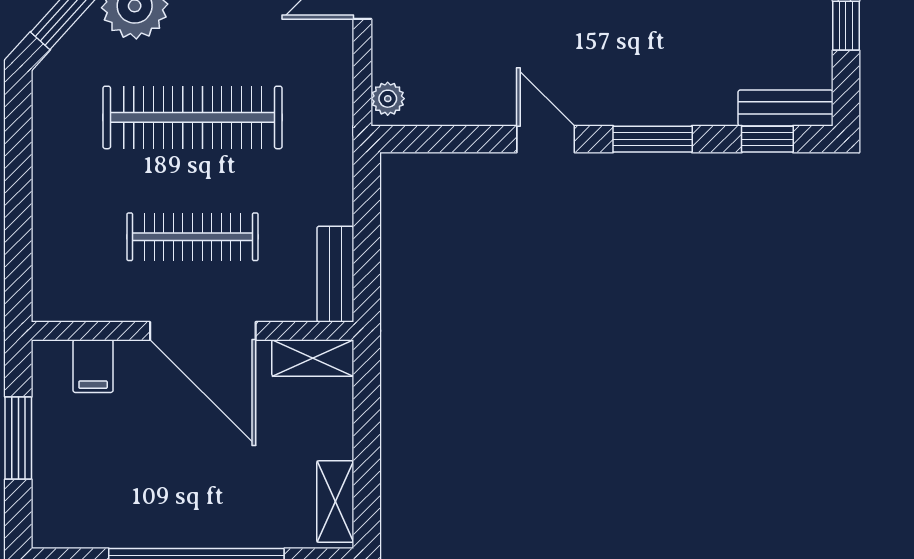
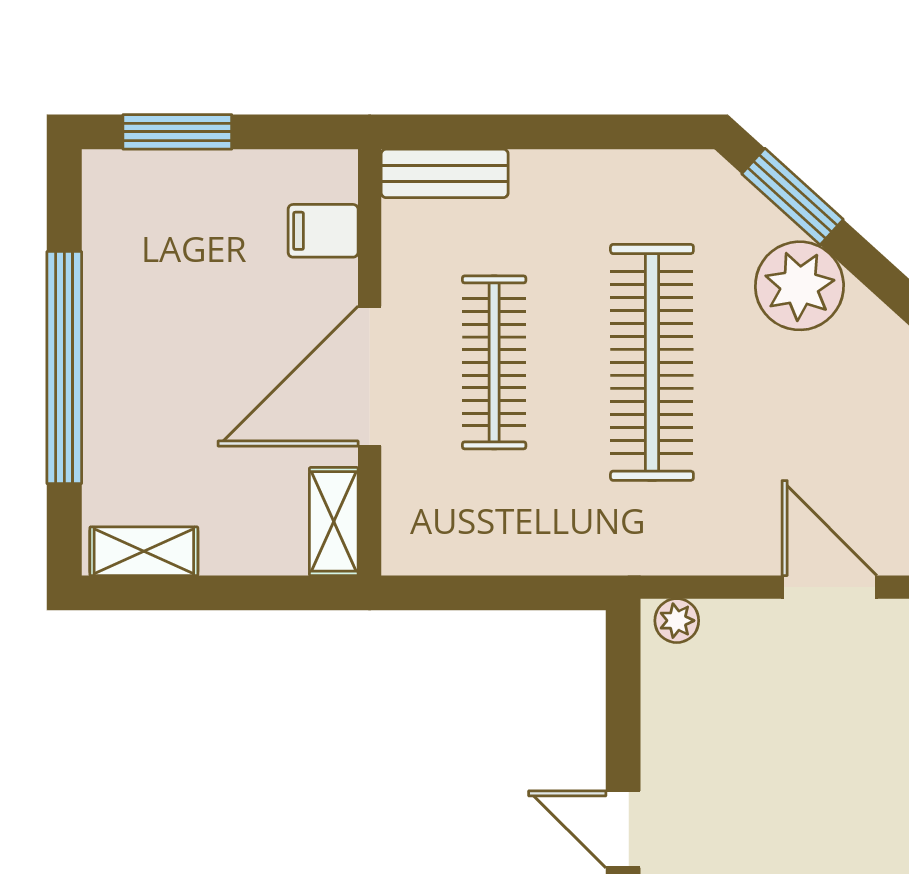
door: (546, 139) -> (623, 829), swing flipped
bench: (335, 274) -> (445, 173), moved
window: (18, 438) -> (177, 132), moved

